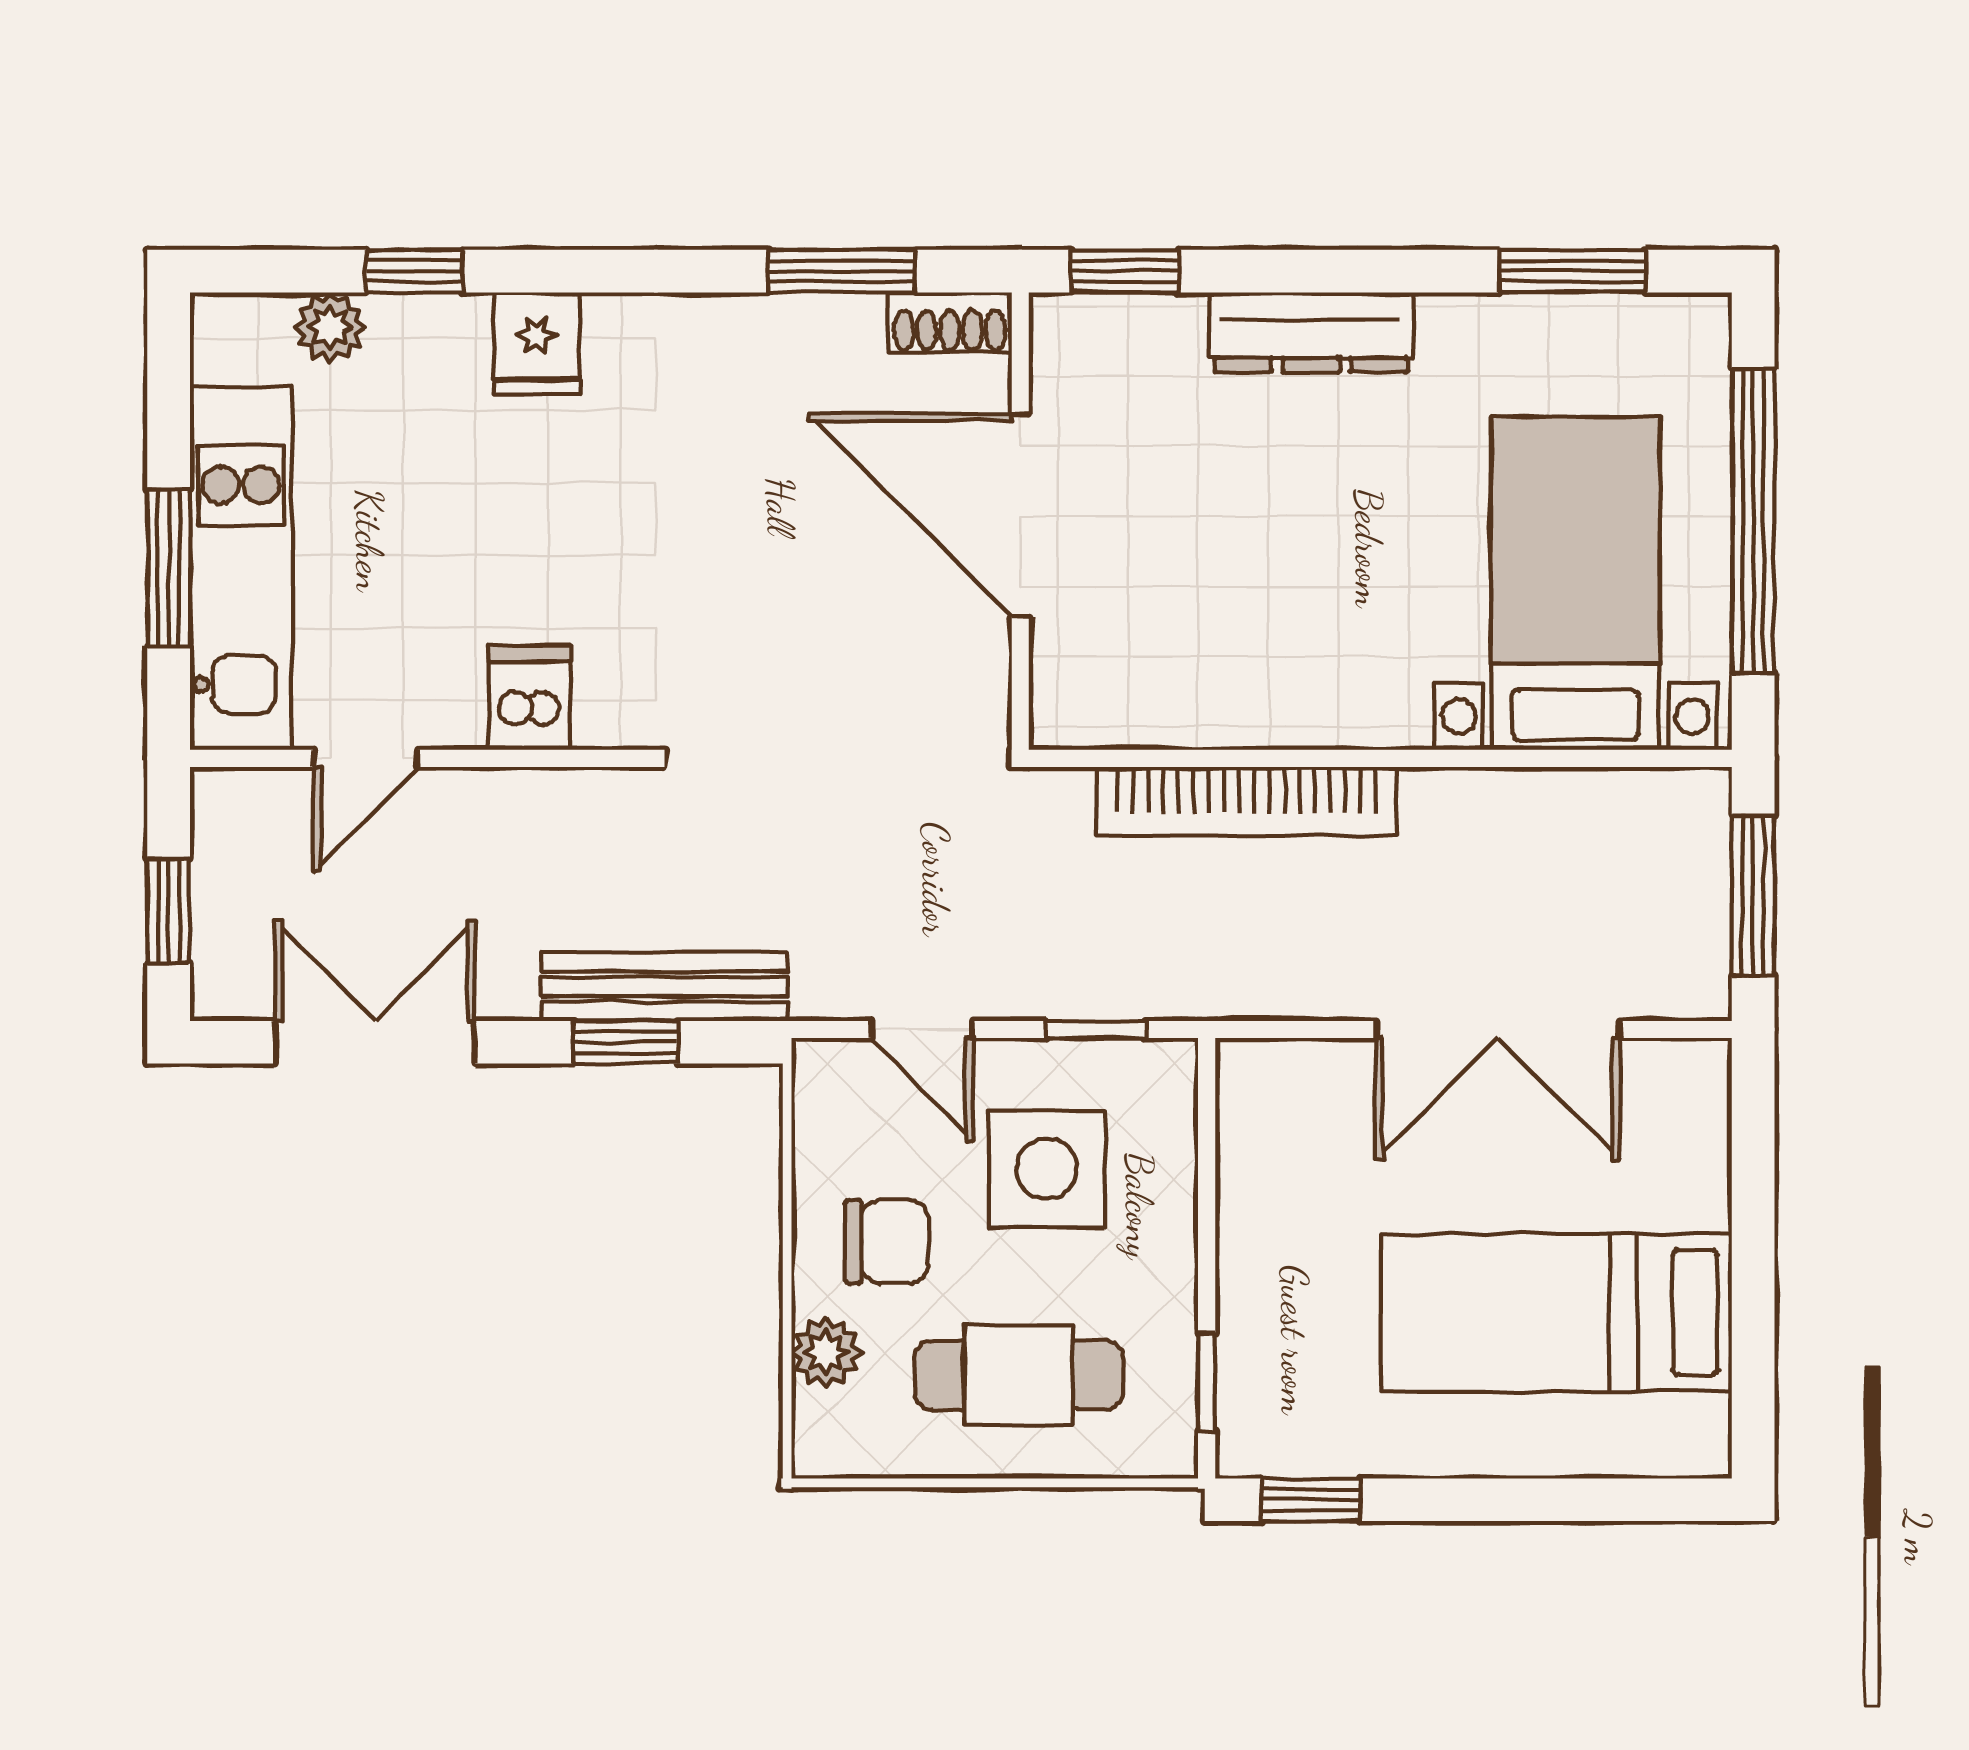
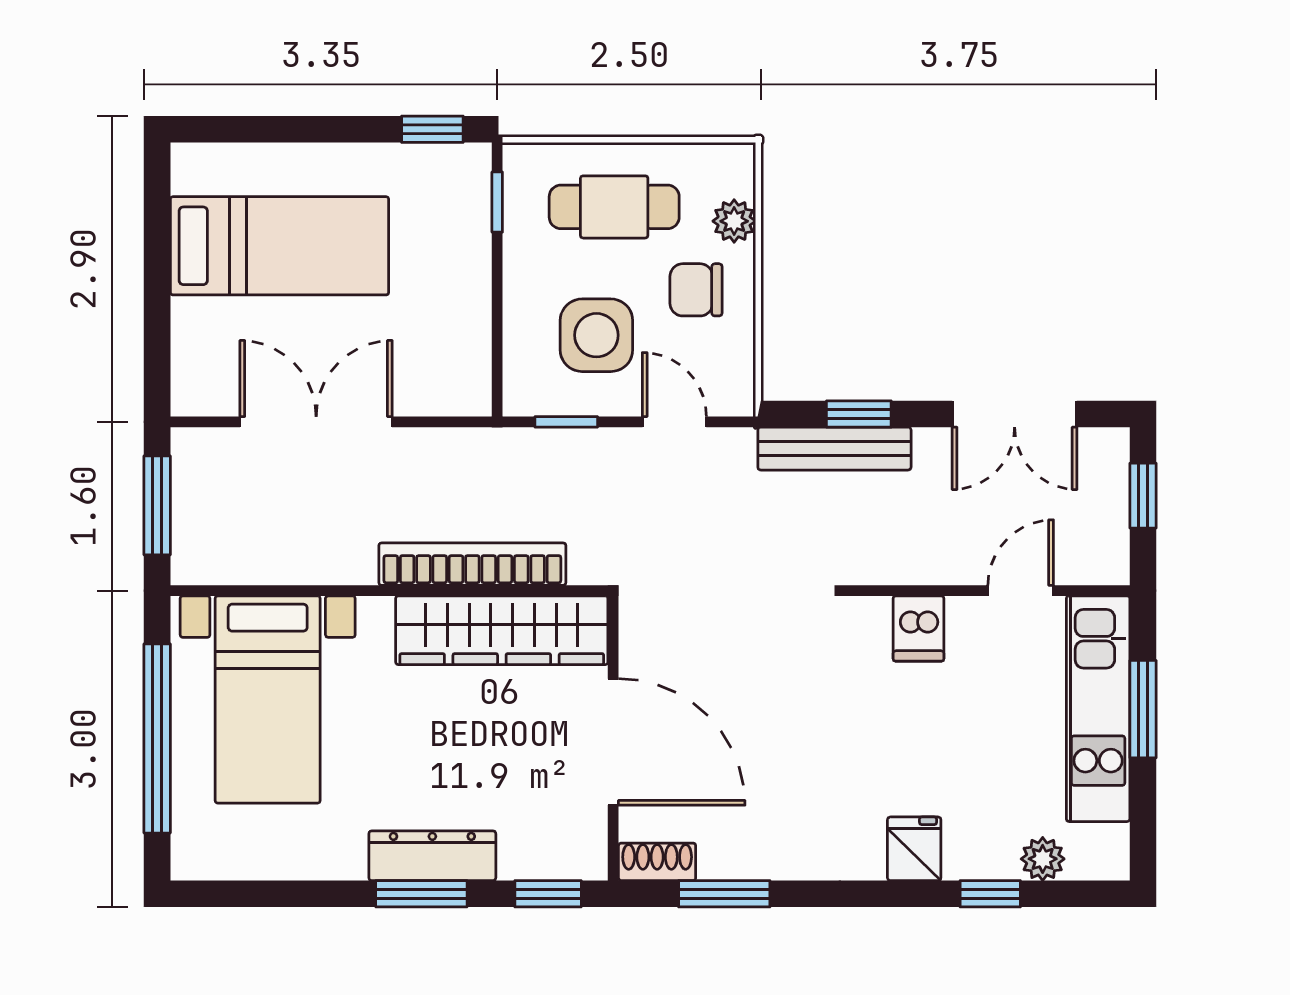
window: (1573, 271) -> (421, 894), moved
wardrobe: (1199, 695) -> (502, 630), added

